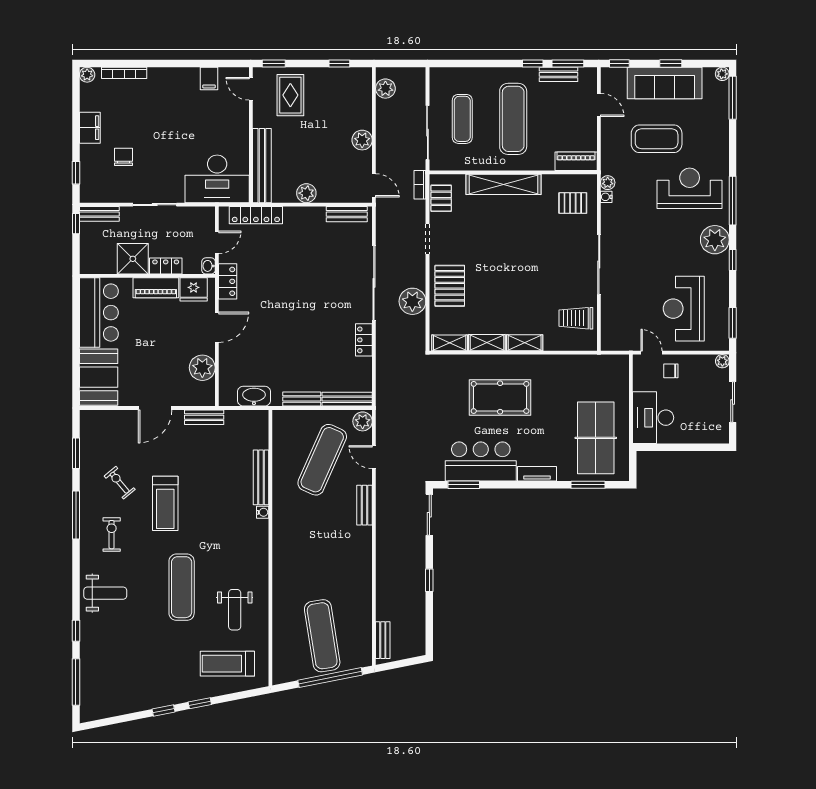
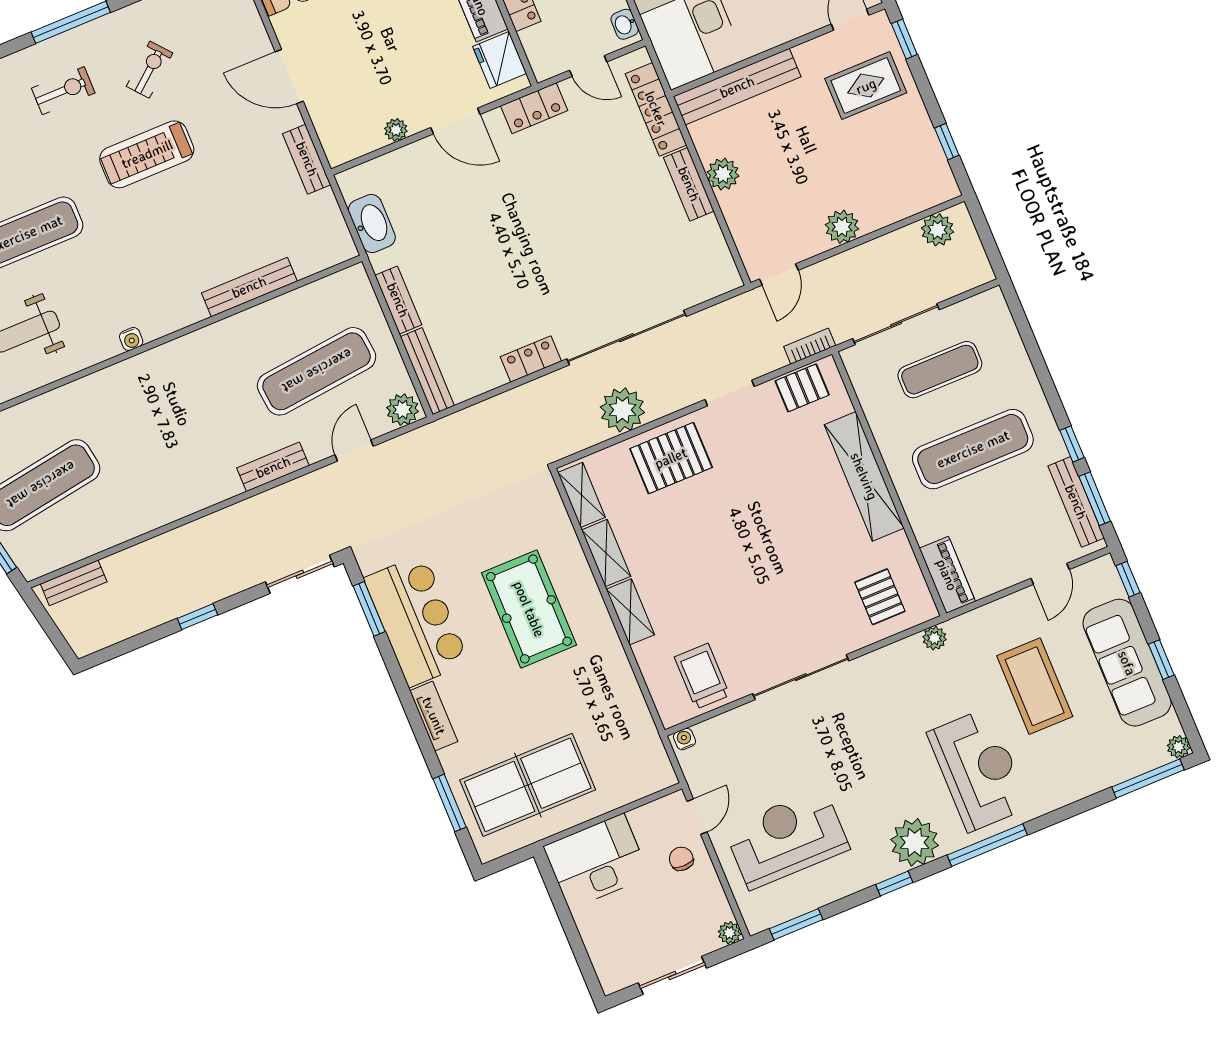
bench: (558, 74) -> (1076, 502), width x1.36
water cooler: (606, 197) -> (685, 739), moved
bench: (347, 214) -> (689, 184), moved
washbasin: (208, 266) -> (625, 24), moved, turned -90
plant: (202, 368) -> (396, 130), width x0.53, depth x0.53
exercise mat: (322, 460) -> (317, 371), turned -30
water cooler: (263, 512) -> (131, 339), moved

